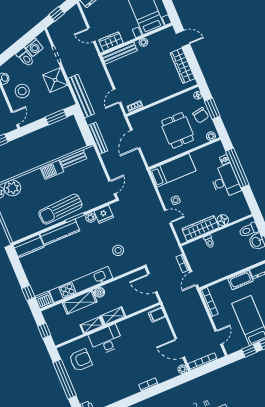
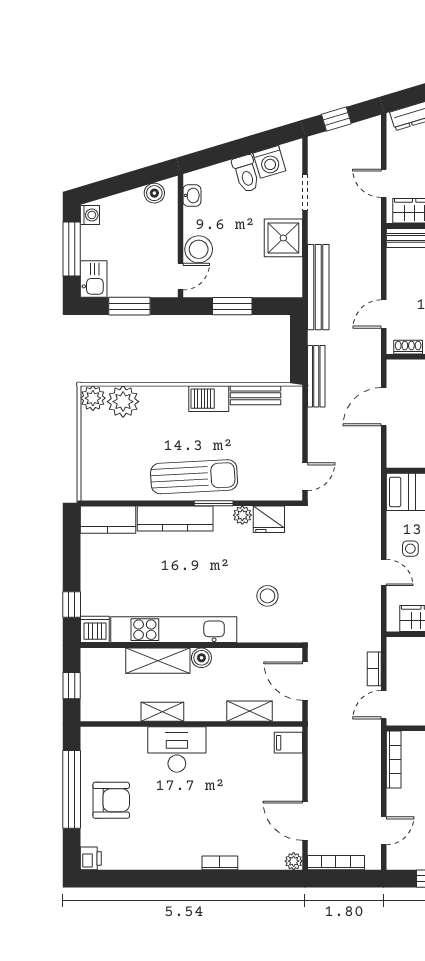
stool: (22, 91) -> (199, 249), moved
window: (56, 117) -> (232, 306), moved
sun lounger: (60, 209) -> (194, 477), turned 180
shelving: (113, 316) -> (249, 711), moved
armchair: (81, 360) -> (111, 800), moved

